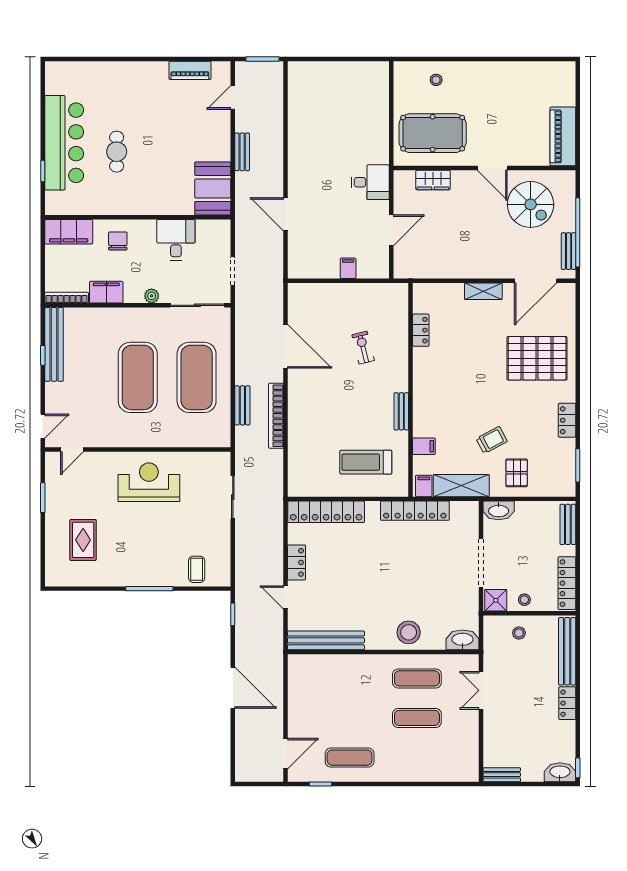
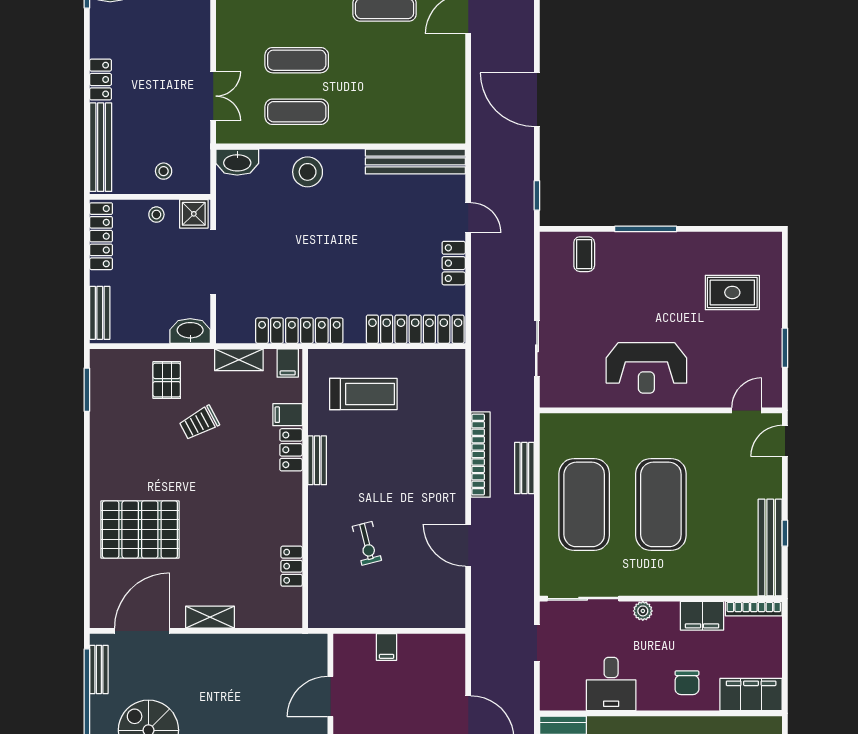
door: (286, 346) -> (468, 545), width x0.73
locker: (567, 420) -> (291, 450), moved, turned 180
shelving: (461, 486) -> (239, 360), width x0.67, depth x0.75
rug: (83, 540) -> (732, 292), turned 90

